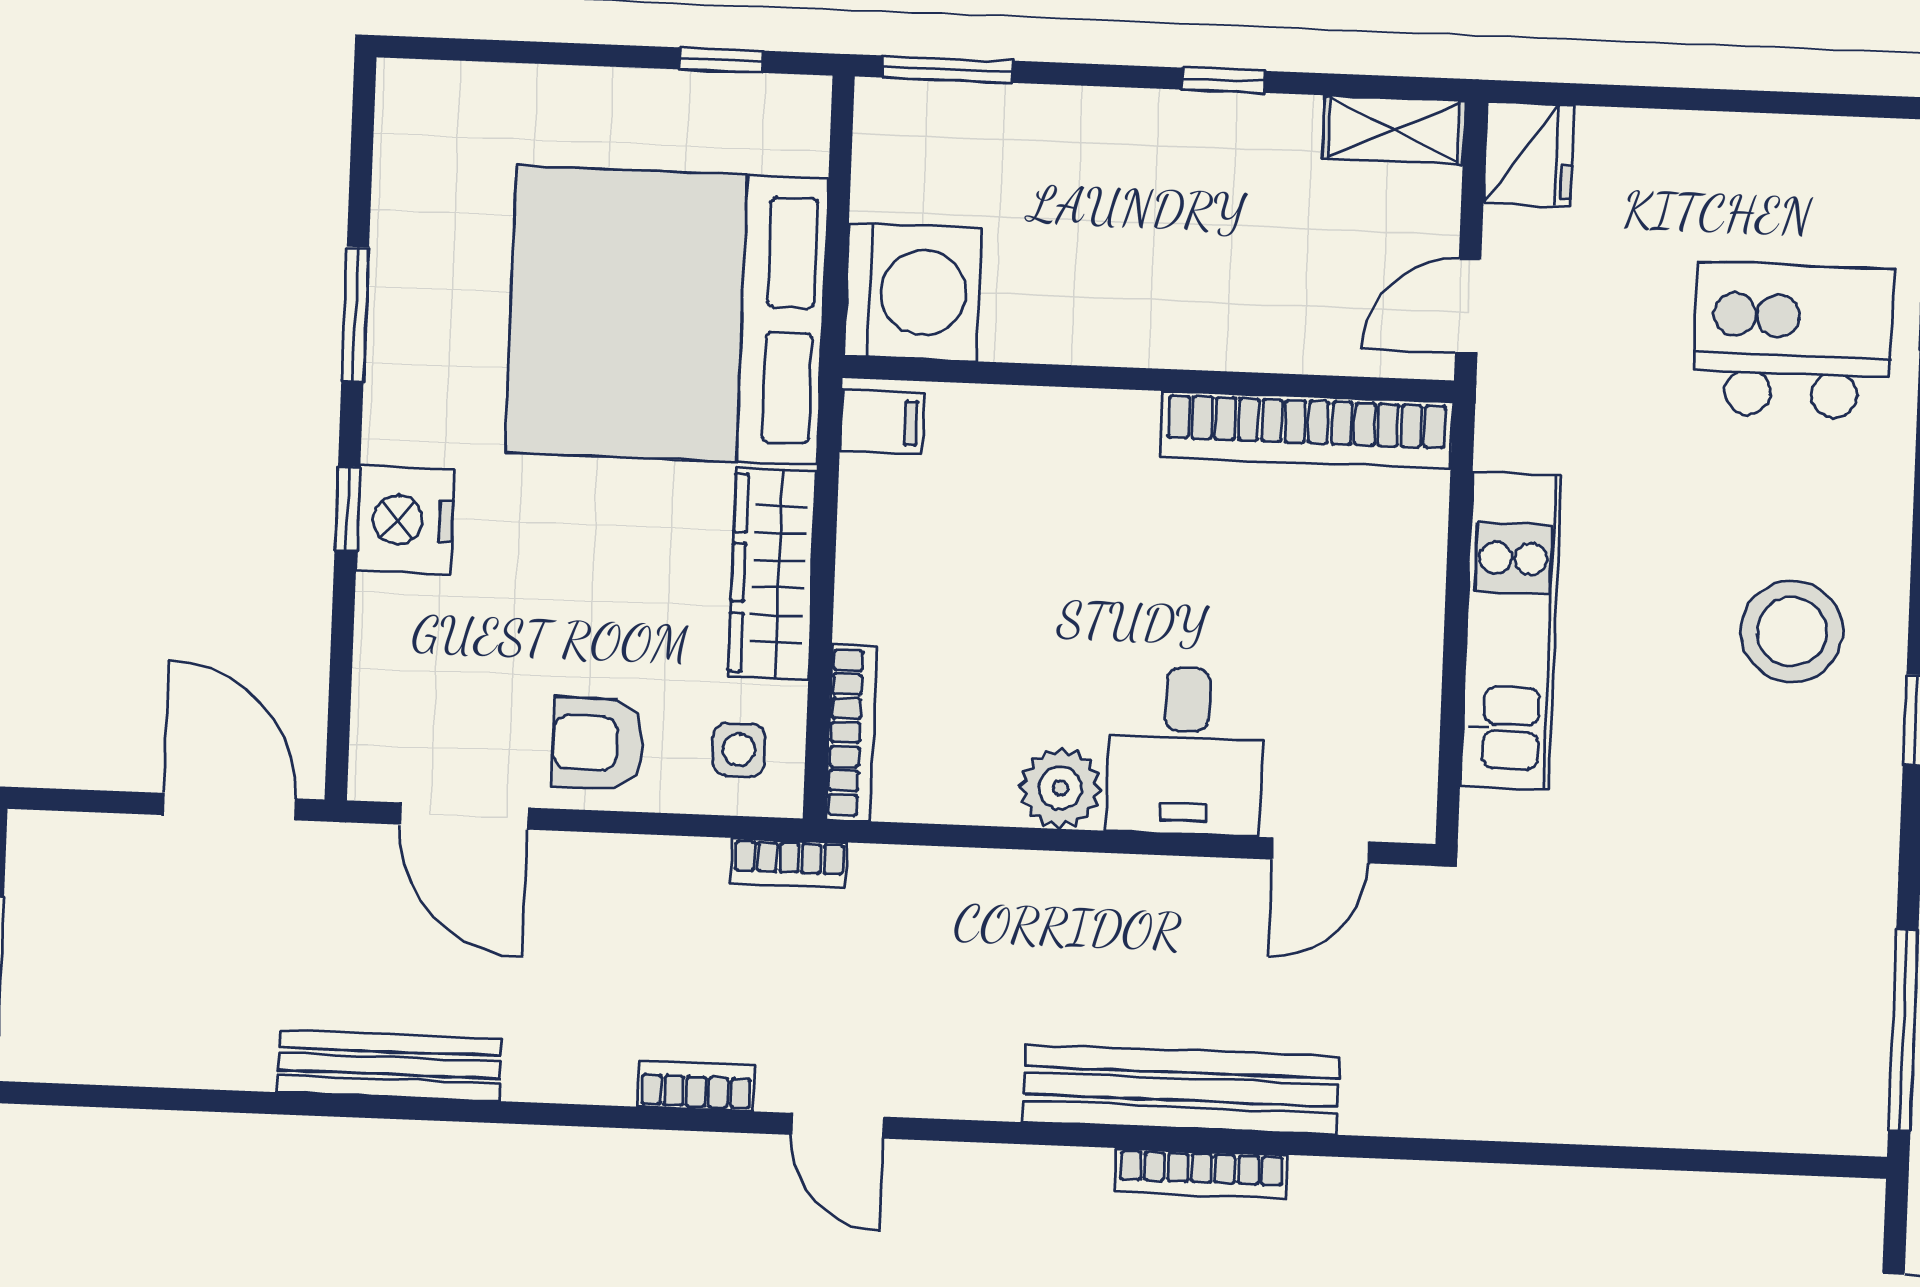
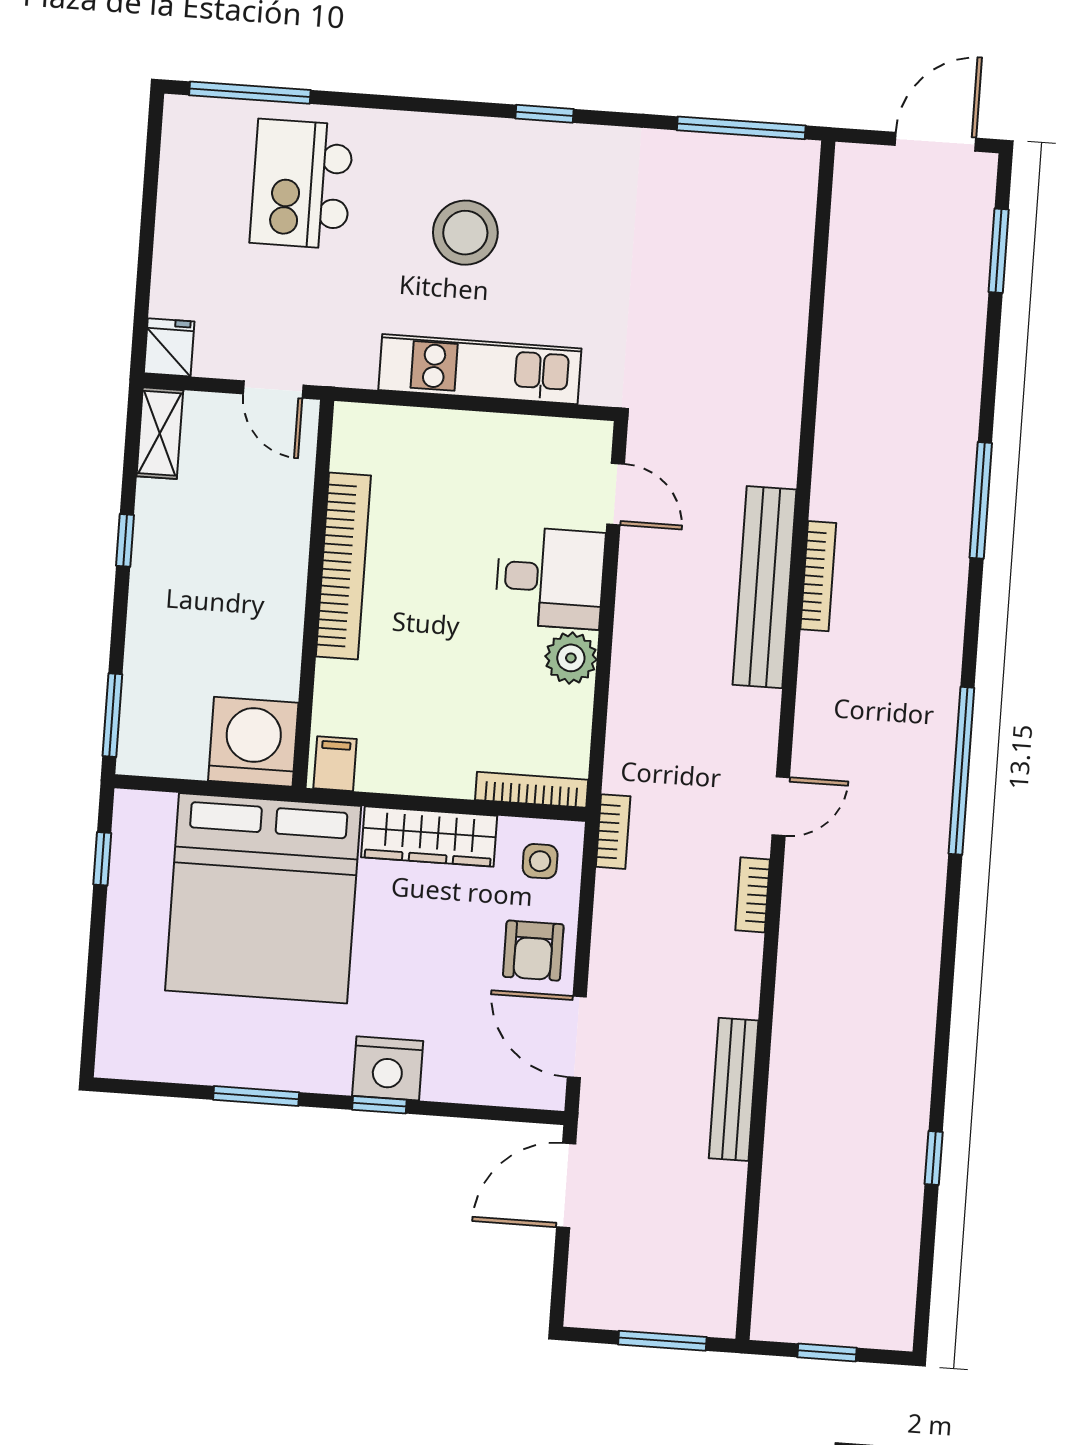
fridge: (1529, 154) -> (169, 347), width x0.72
bookcase: (1307, 430) -> (343, 566), moved
stool: (1792, 632) -> (465, 233), moved
door: (464, 816) -> (577, 1037), swing flipped

